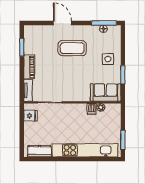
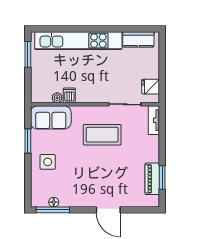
coffee table: (72, 48) -> (102, 135), moved
piano: (29, 67) -> (152, 179), moved

